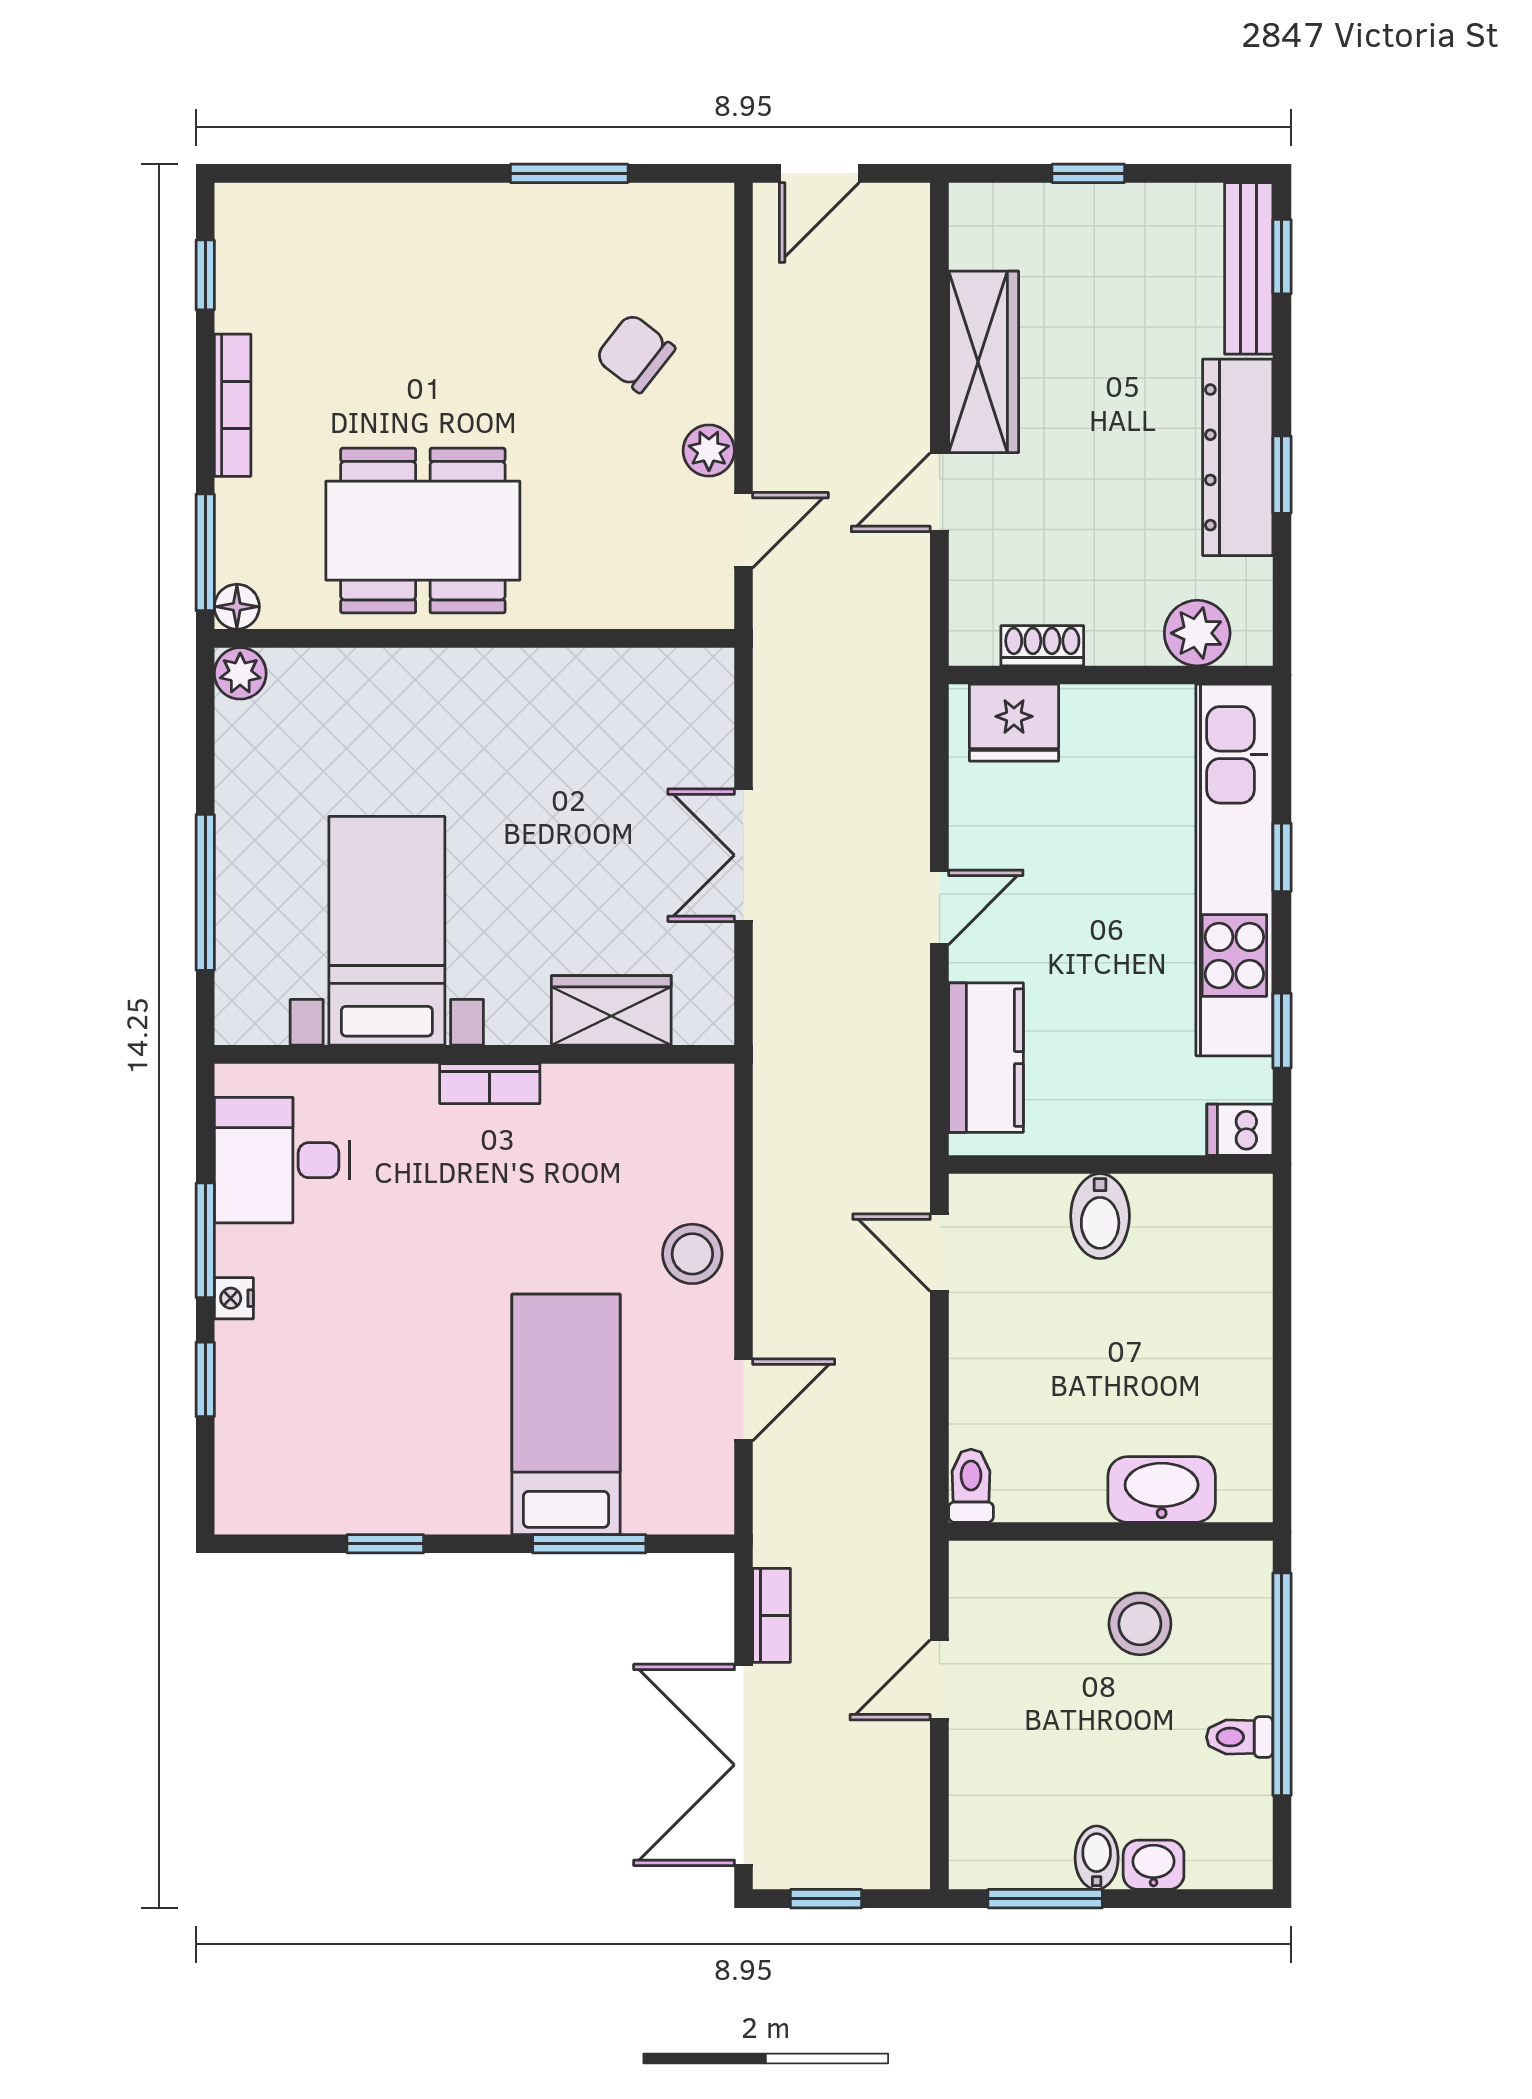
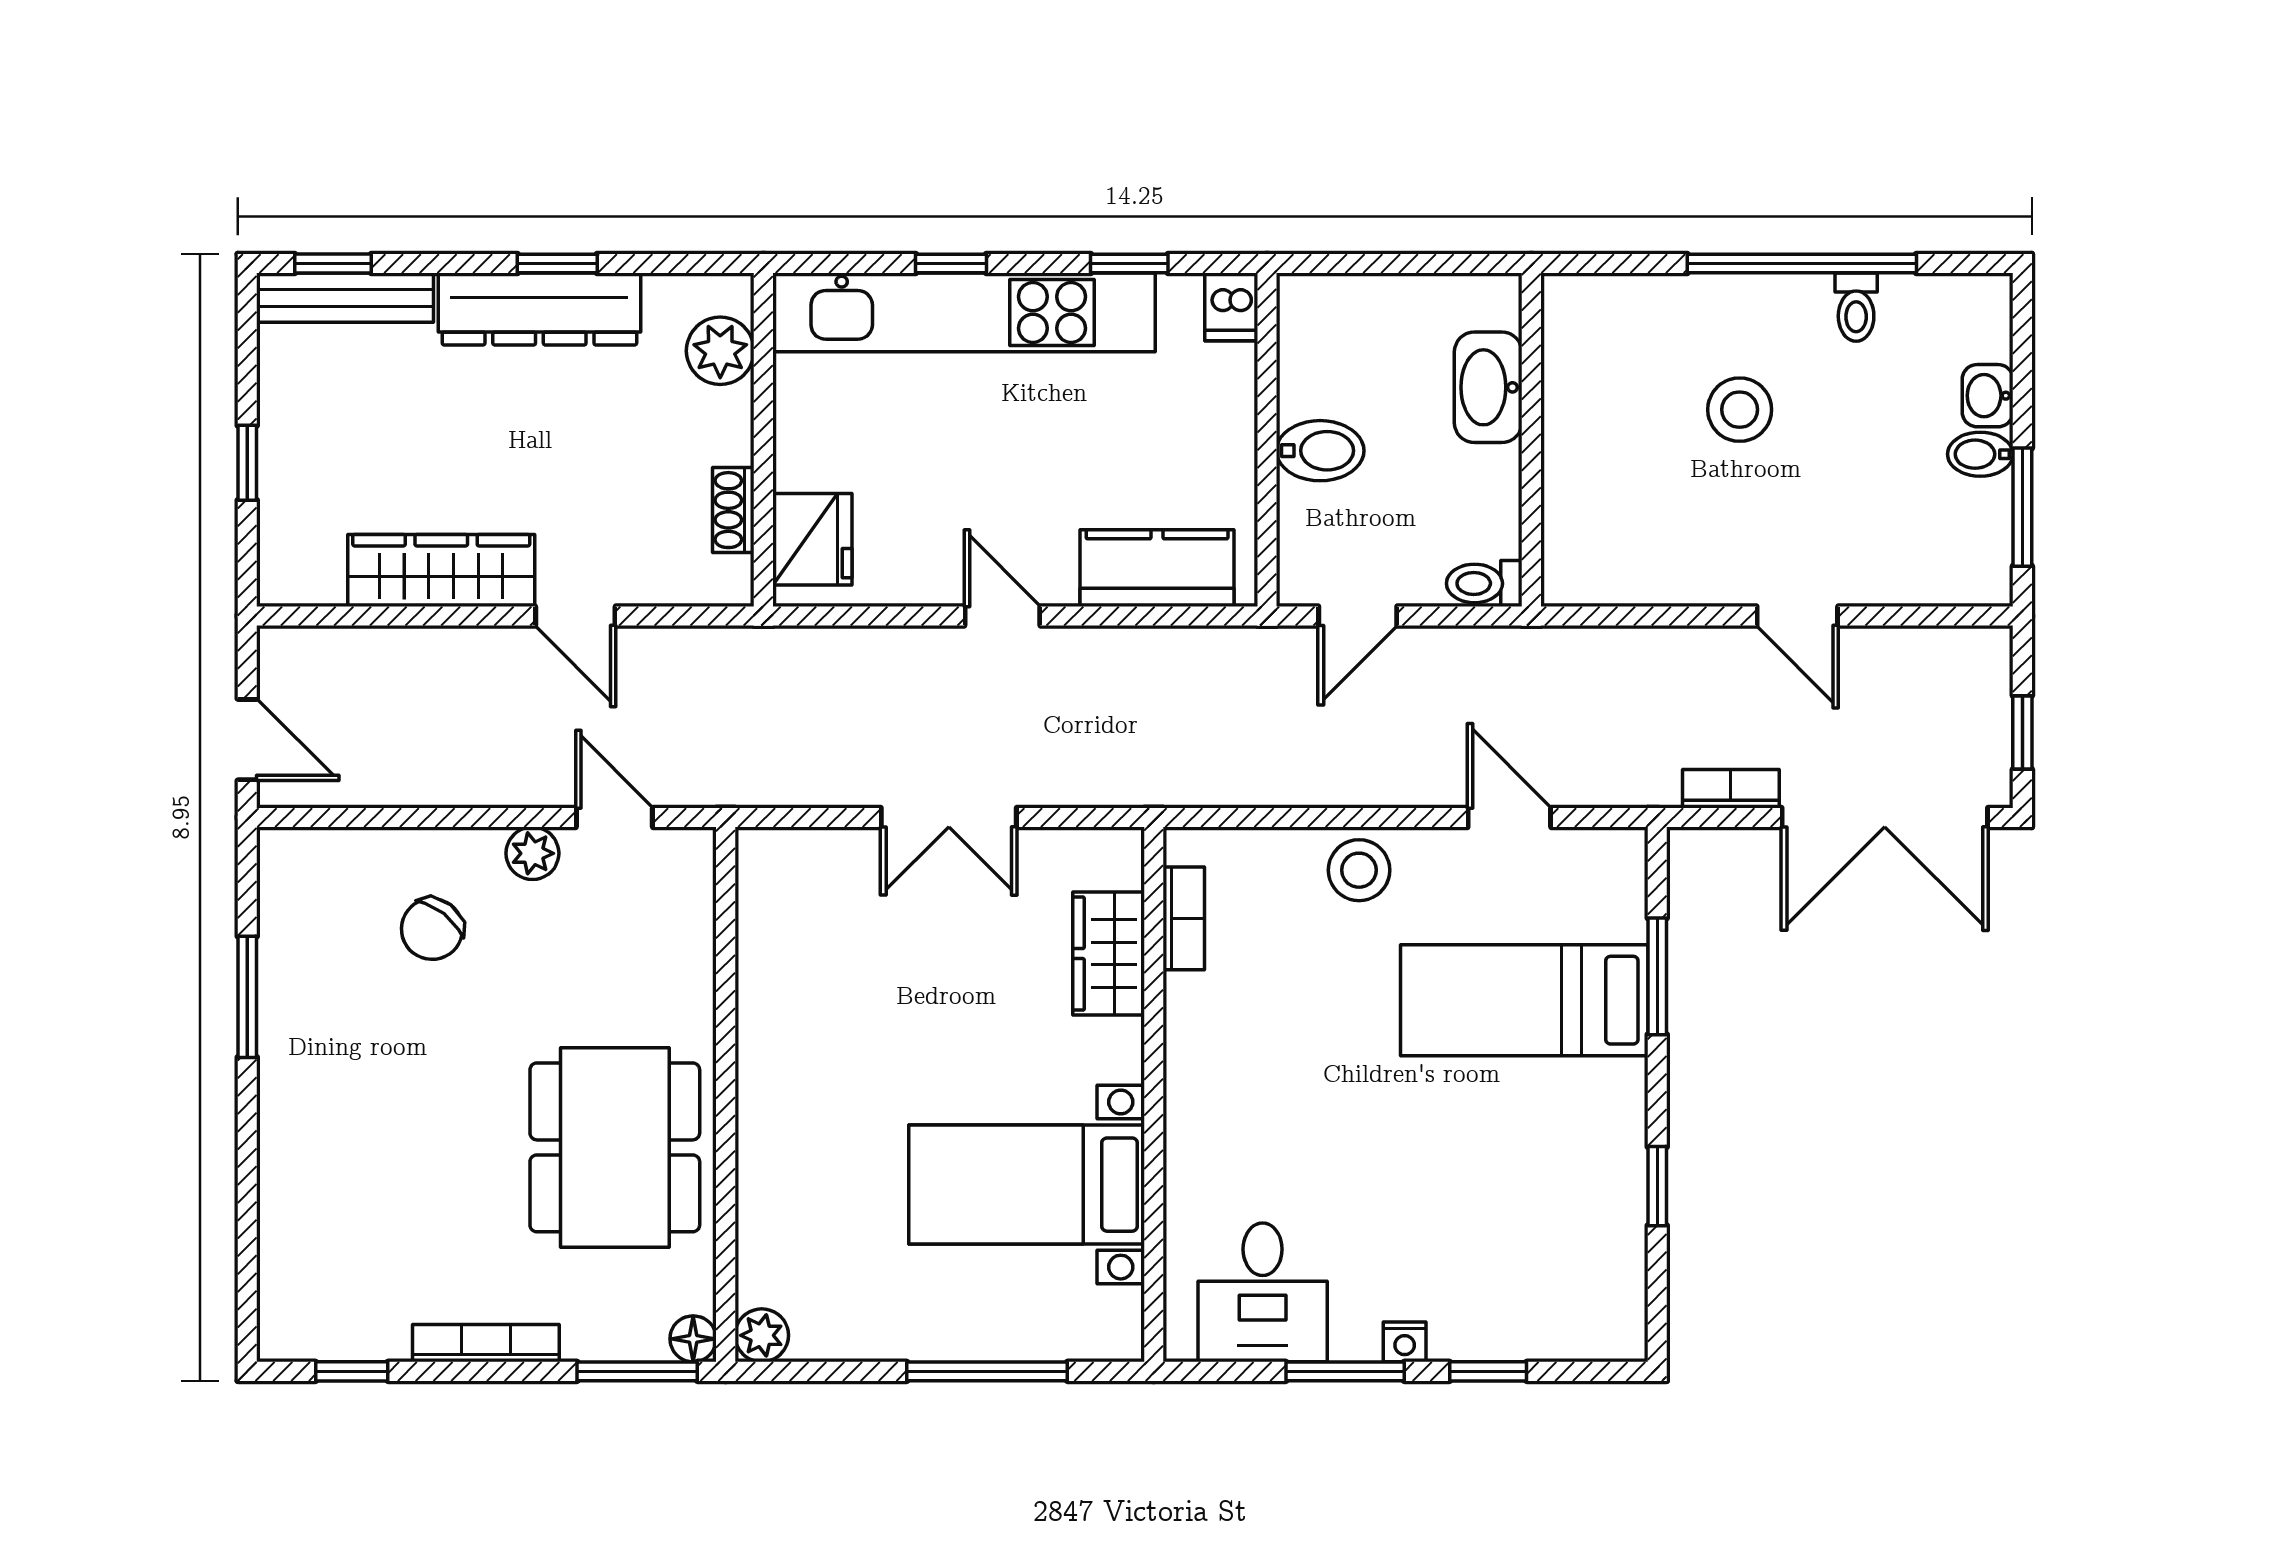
bookcase: (490, 1084) -> (1184, 918), moved
toilet: (971, 1486) -> (1484, 583), moved
washbasin: (1162, 1489) -> (1488, 387), moved
wall: (1111, 1532) -> (1531, 440), moved

